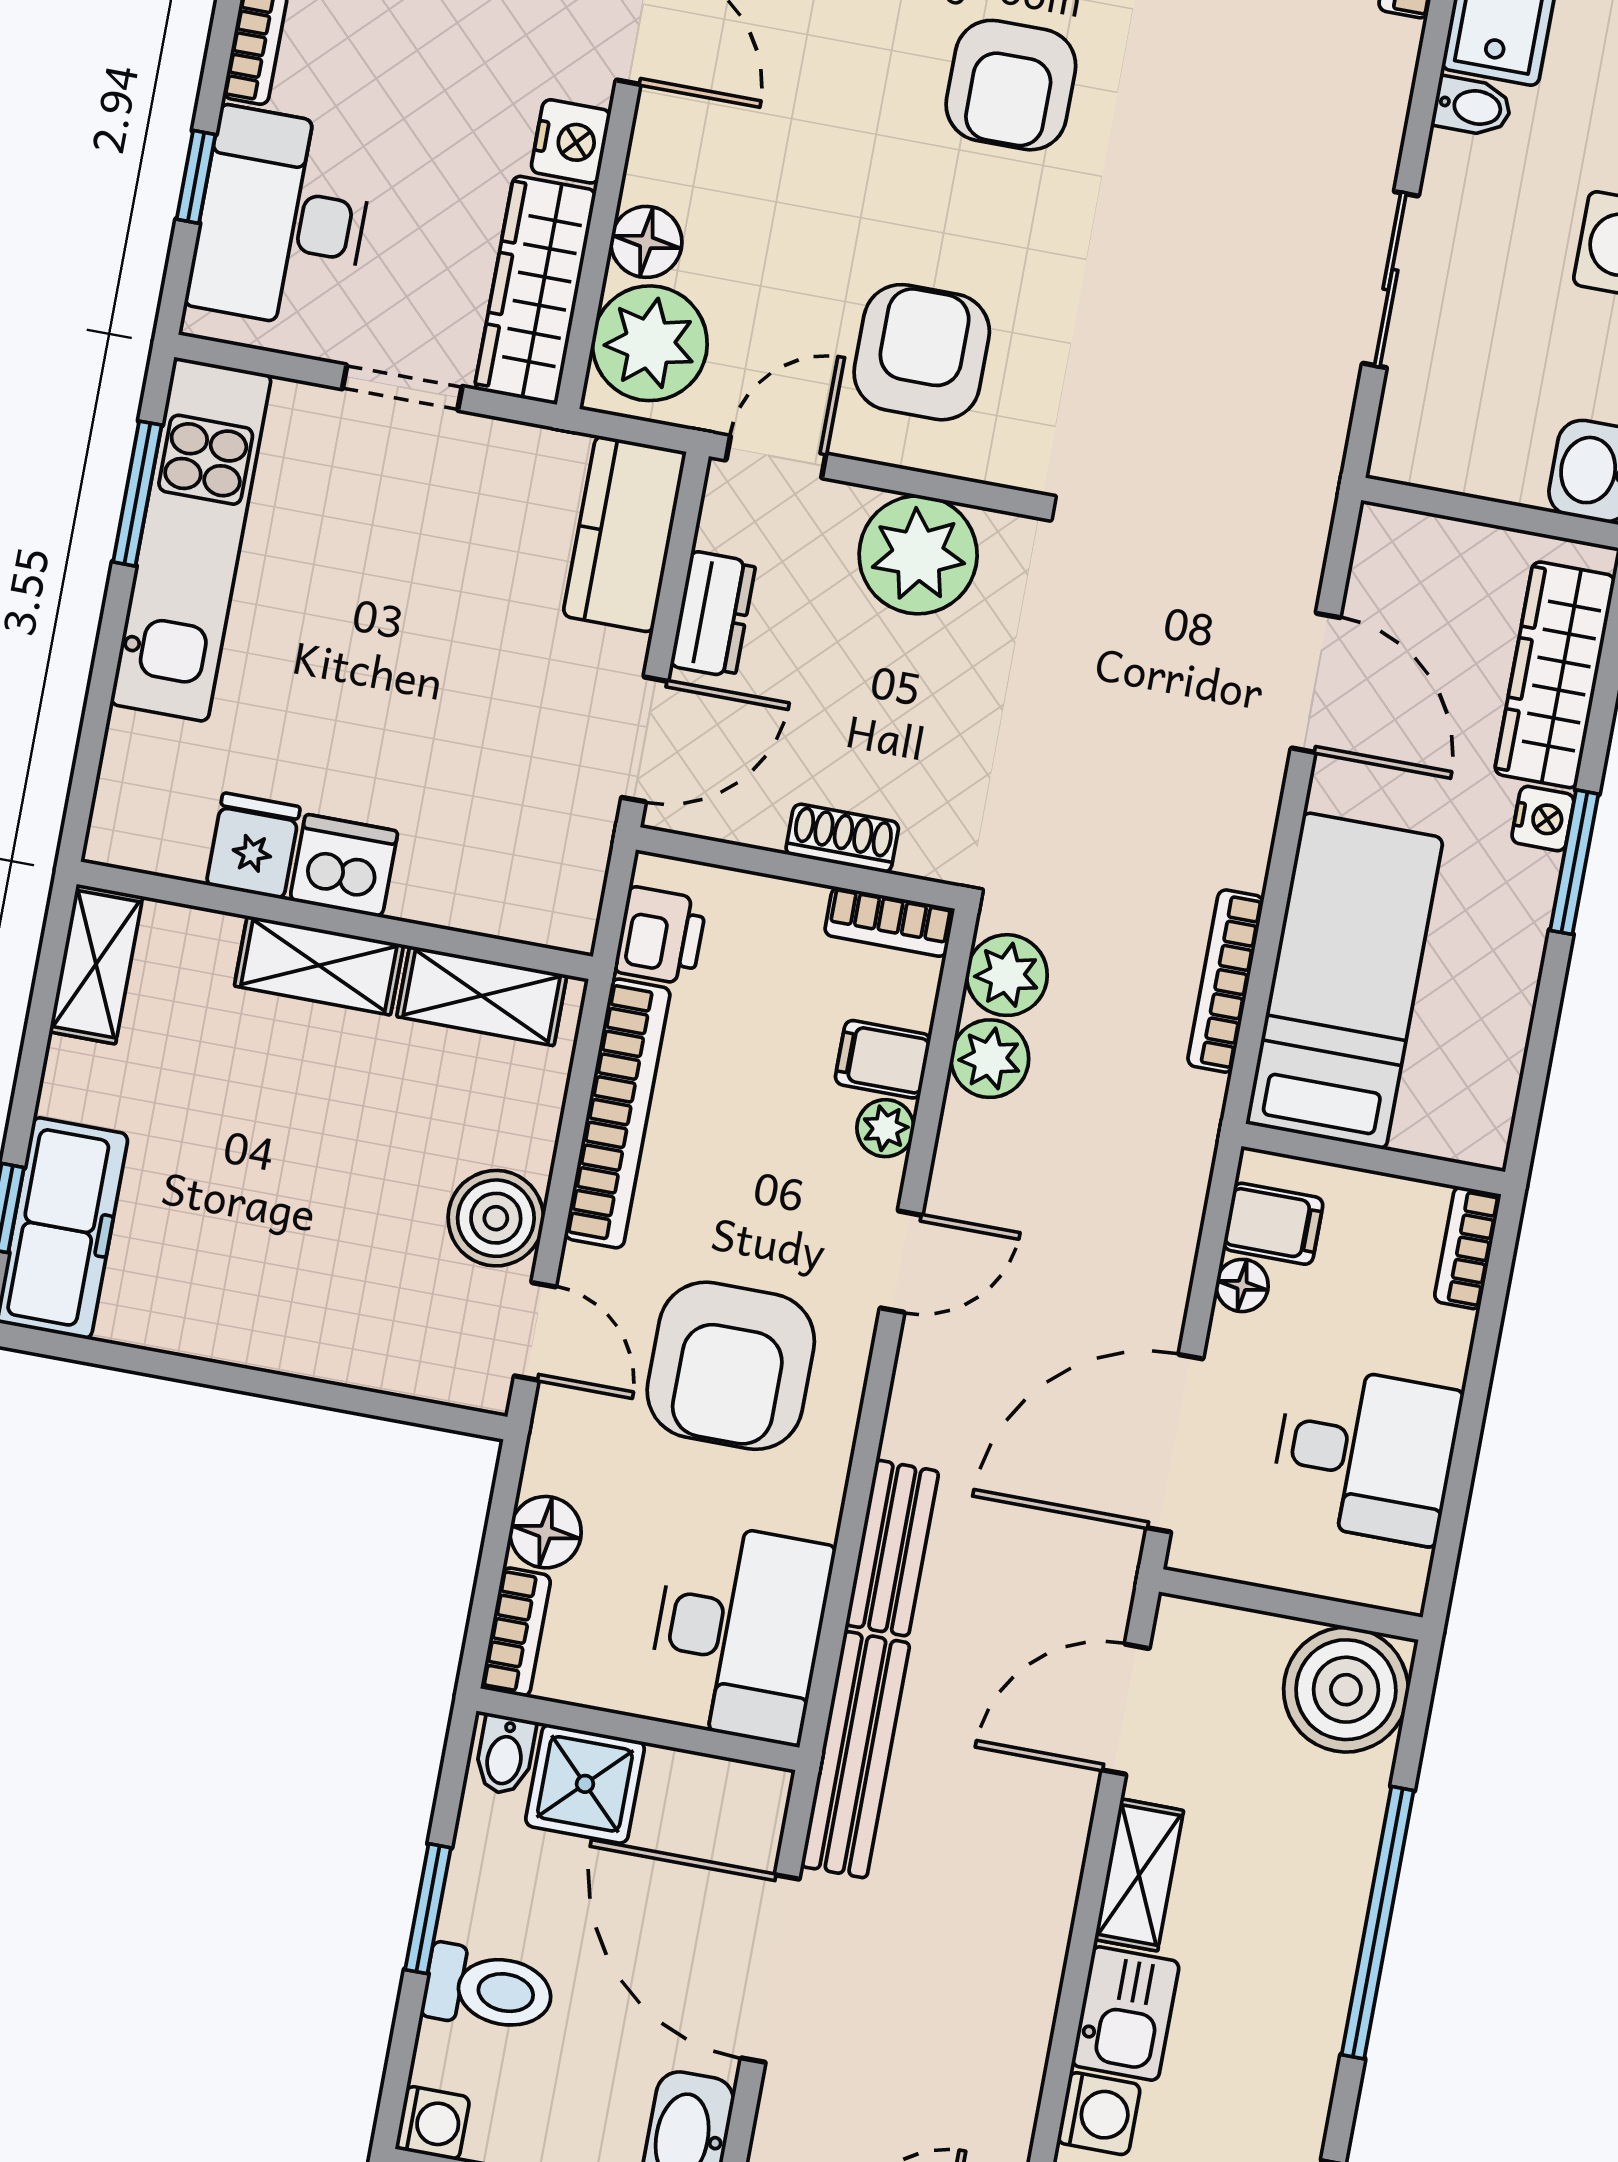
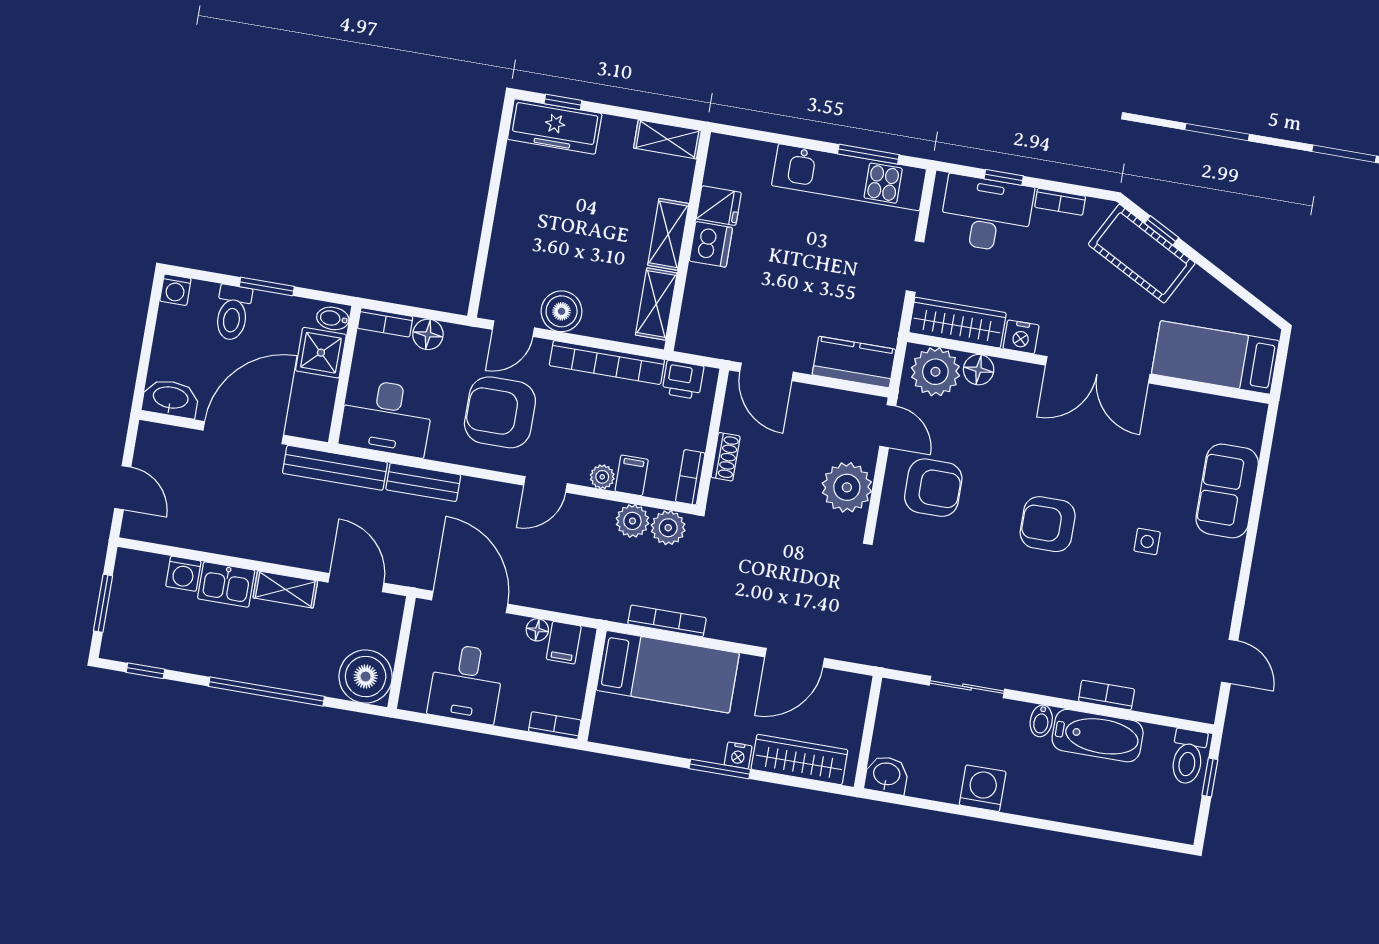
dresser: (713, 614) -> (820, 400), removed
door: (901, 1262) -> (545, 484), hinge flipped

